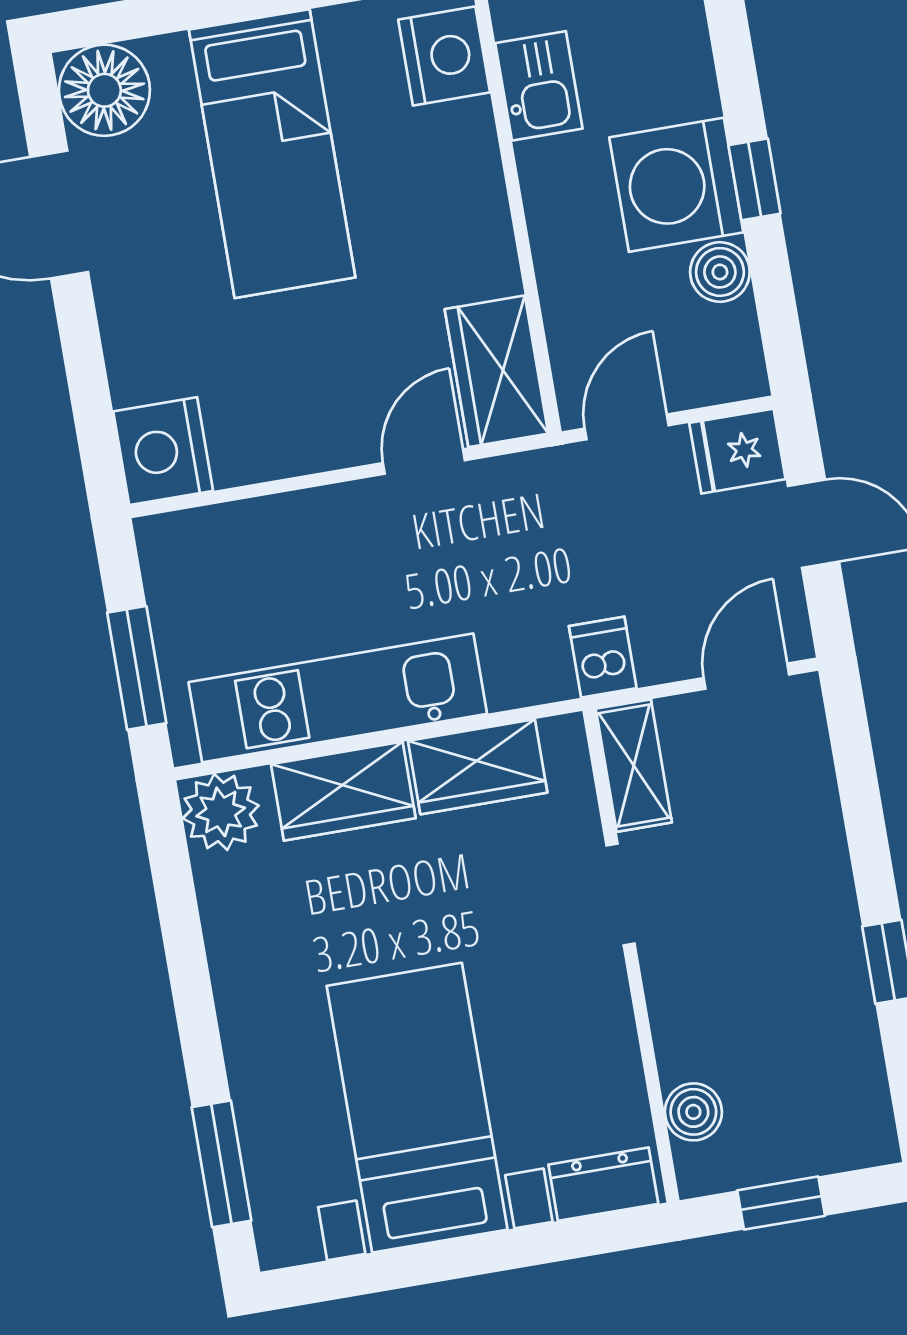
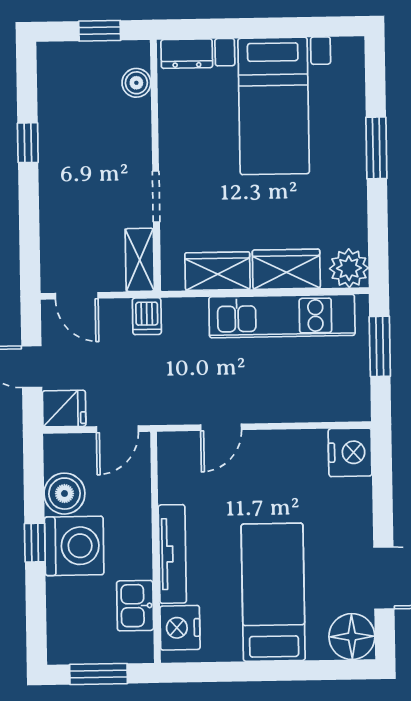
tv unit: (481, 198) -> (172, 554), added
boiler: (720, 272) -> (64, 494), width x1.36, depth x1.36
wardrobe: (497, 371) -> (178, 467), removed
door: (746, 676) -> (77, 296), hinge flipped
window: (221, 1164) -> (376, 148), moved

